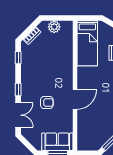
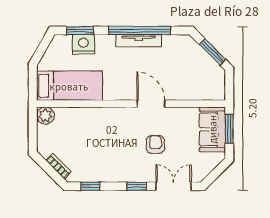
plant: (54, 27) -> (45, 116), moved

